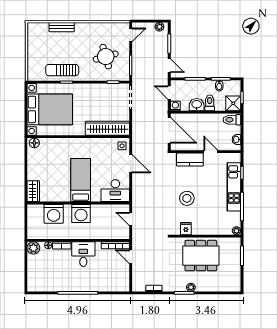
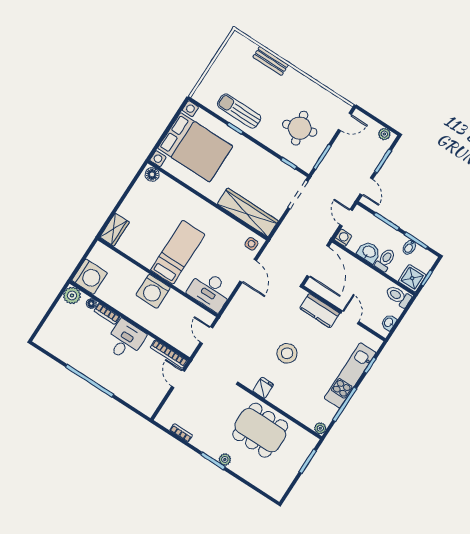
washing machine: (54, 214) -> (90, 277), moved, turned -90

